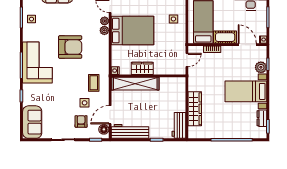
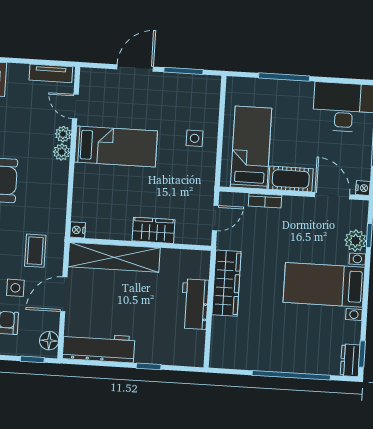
bed: (133, 31) -> (116, 147), width x0.67
wardrobe: (142, 68) -> (153, 230), moved
wardrobe: (195, 109) -> (226, 283), moved
door: (110, 115) -> (64, 294), moved
dresser: (262, 118) -> (350, 360), moved
workbench: (179, 125) -> (195, 304), moved

